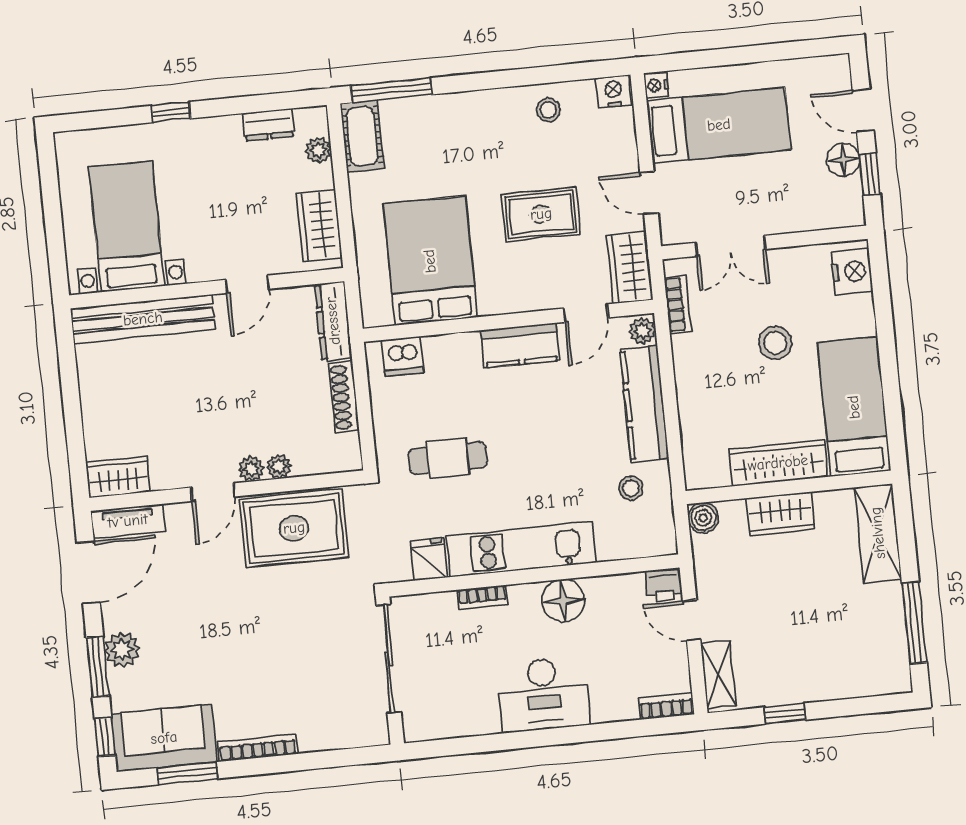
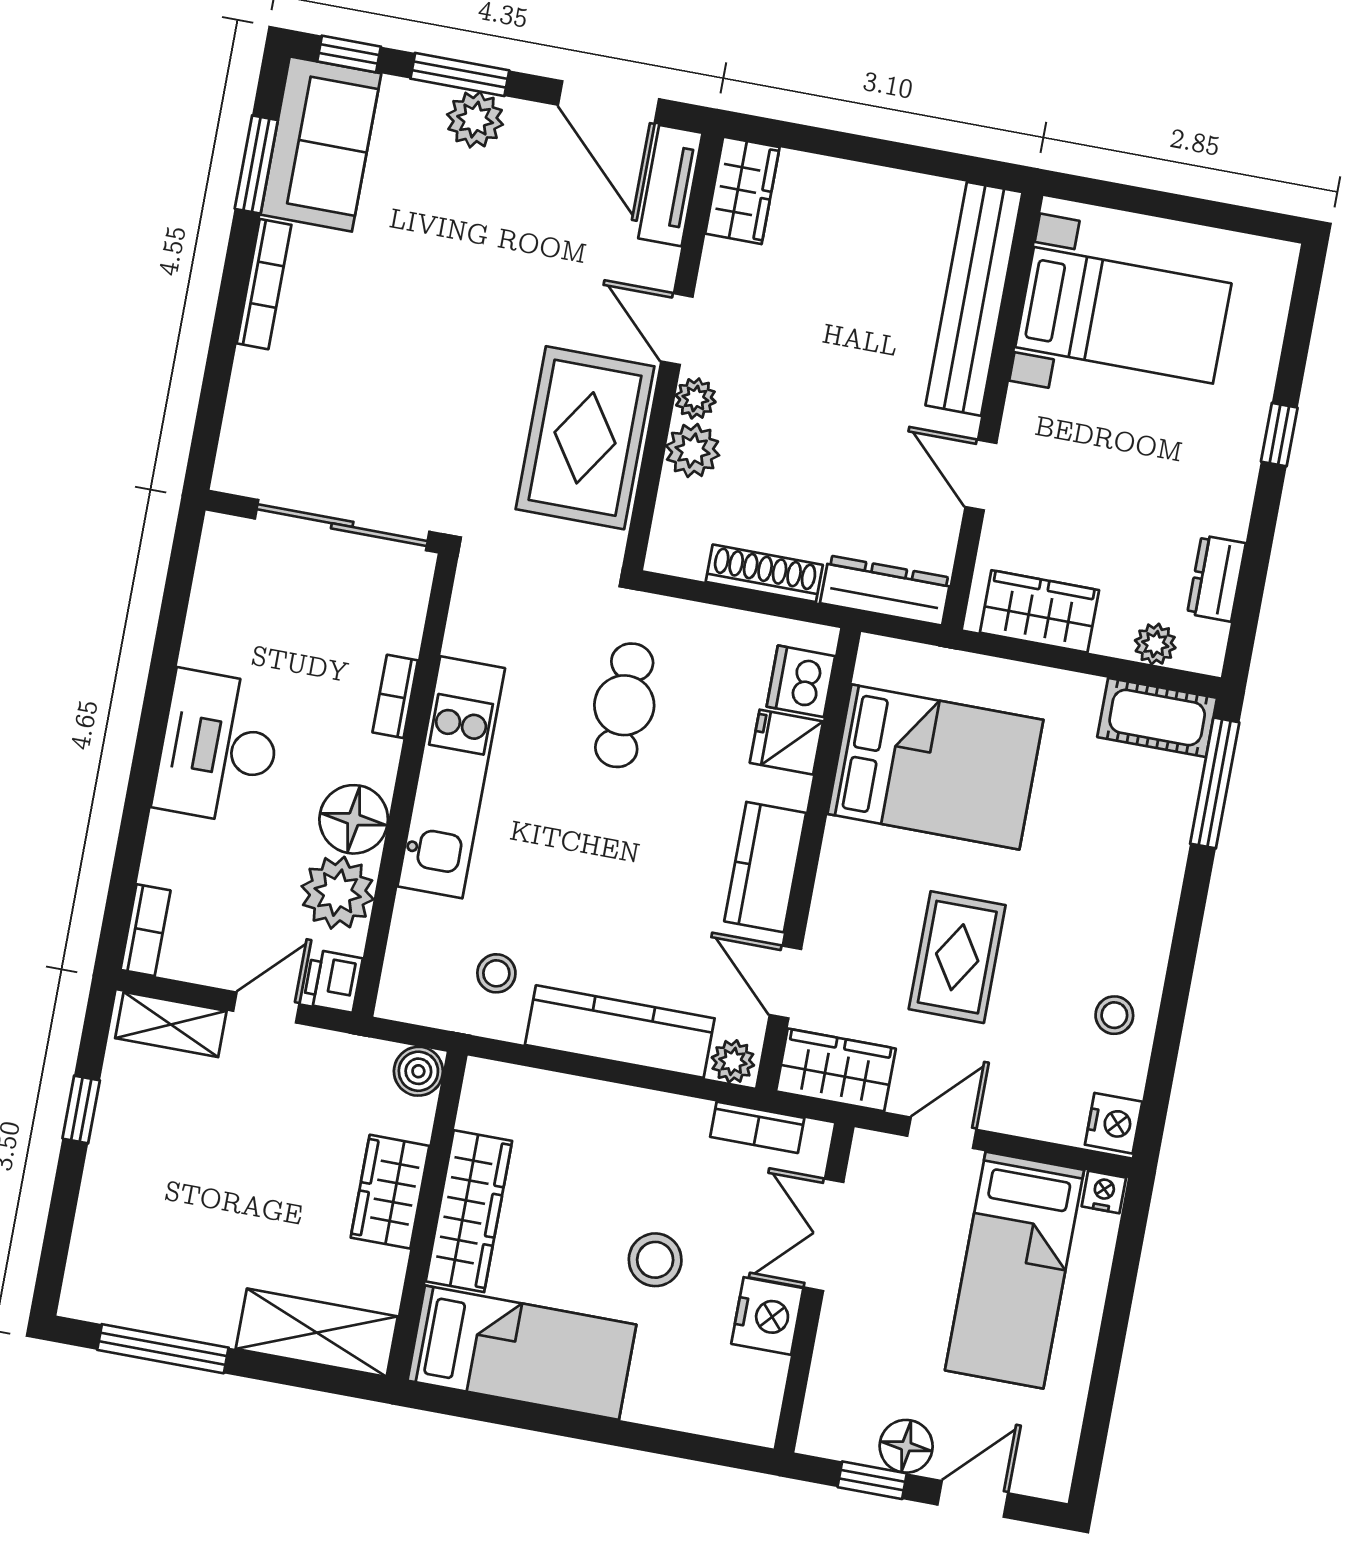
nightstand: (852, 272) -> (767, 1316), moved, turned -90
plant: (279, 467) -> (693, 450), width x1.38, depth x1.38
fridge: (429, 559) -> (786, 742), moved, turned 180
plant: (610, 597) -> (338, 893), added

